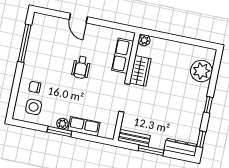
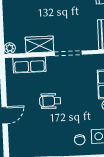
wheelchair: (81, 67) -> (50, 101), turned 180

